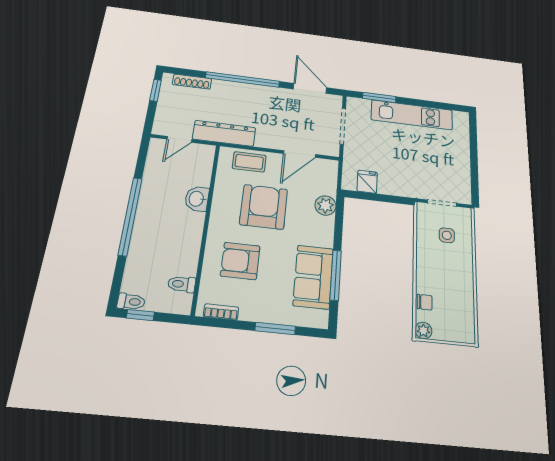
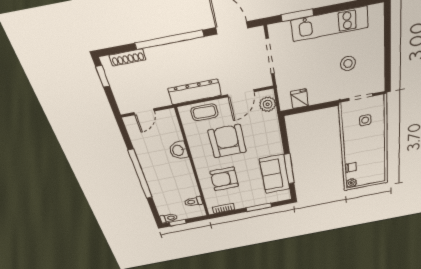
dresser: (224, 133) -> (195, 92), moved
stool: (429, 160) -> (348, 63), added
plant: (325, 205) -> (268, 104), moved

